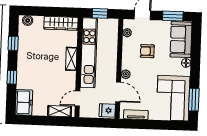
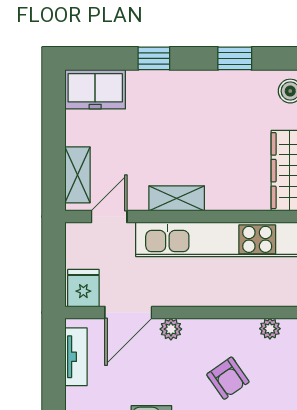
armchair: (147, 51) -> (228, 378), turned 145
shelving: (71, 59) -> (177, 198), moved
door: (78, 99) -> (109, 217), hinge flipped

